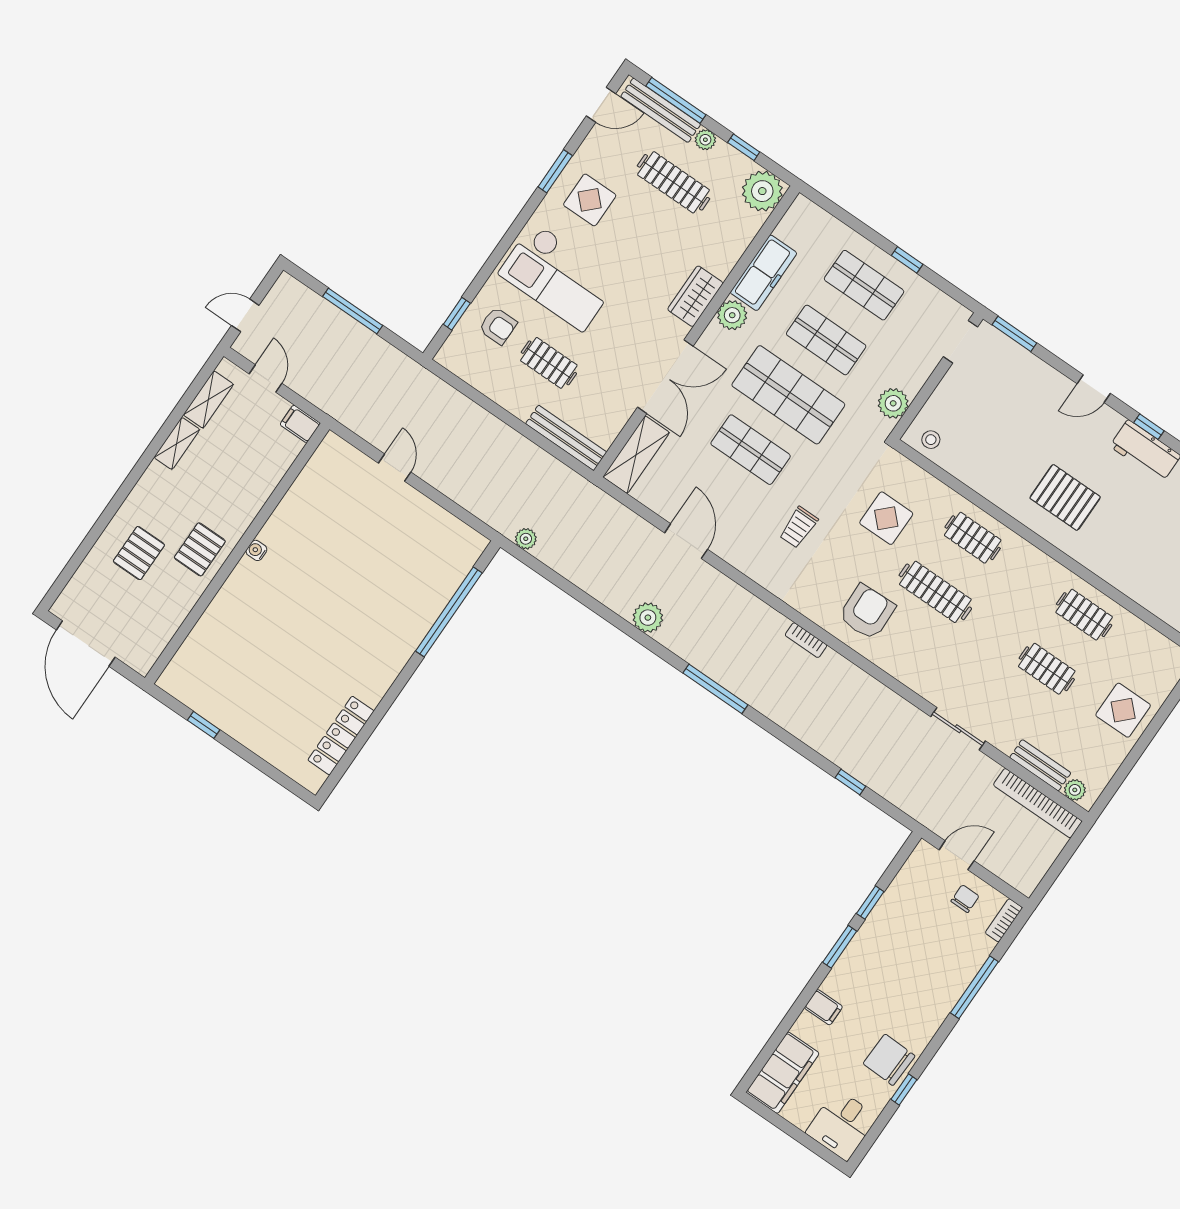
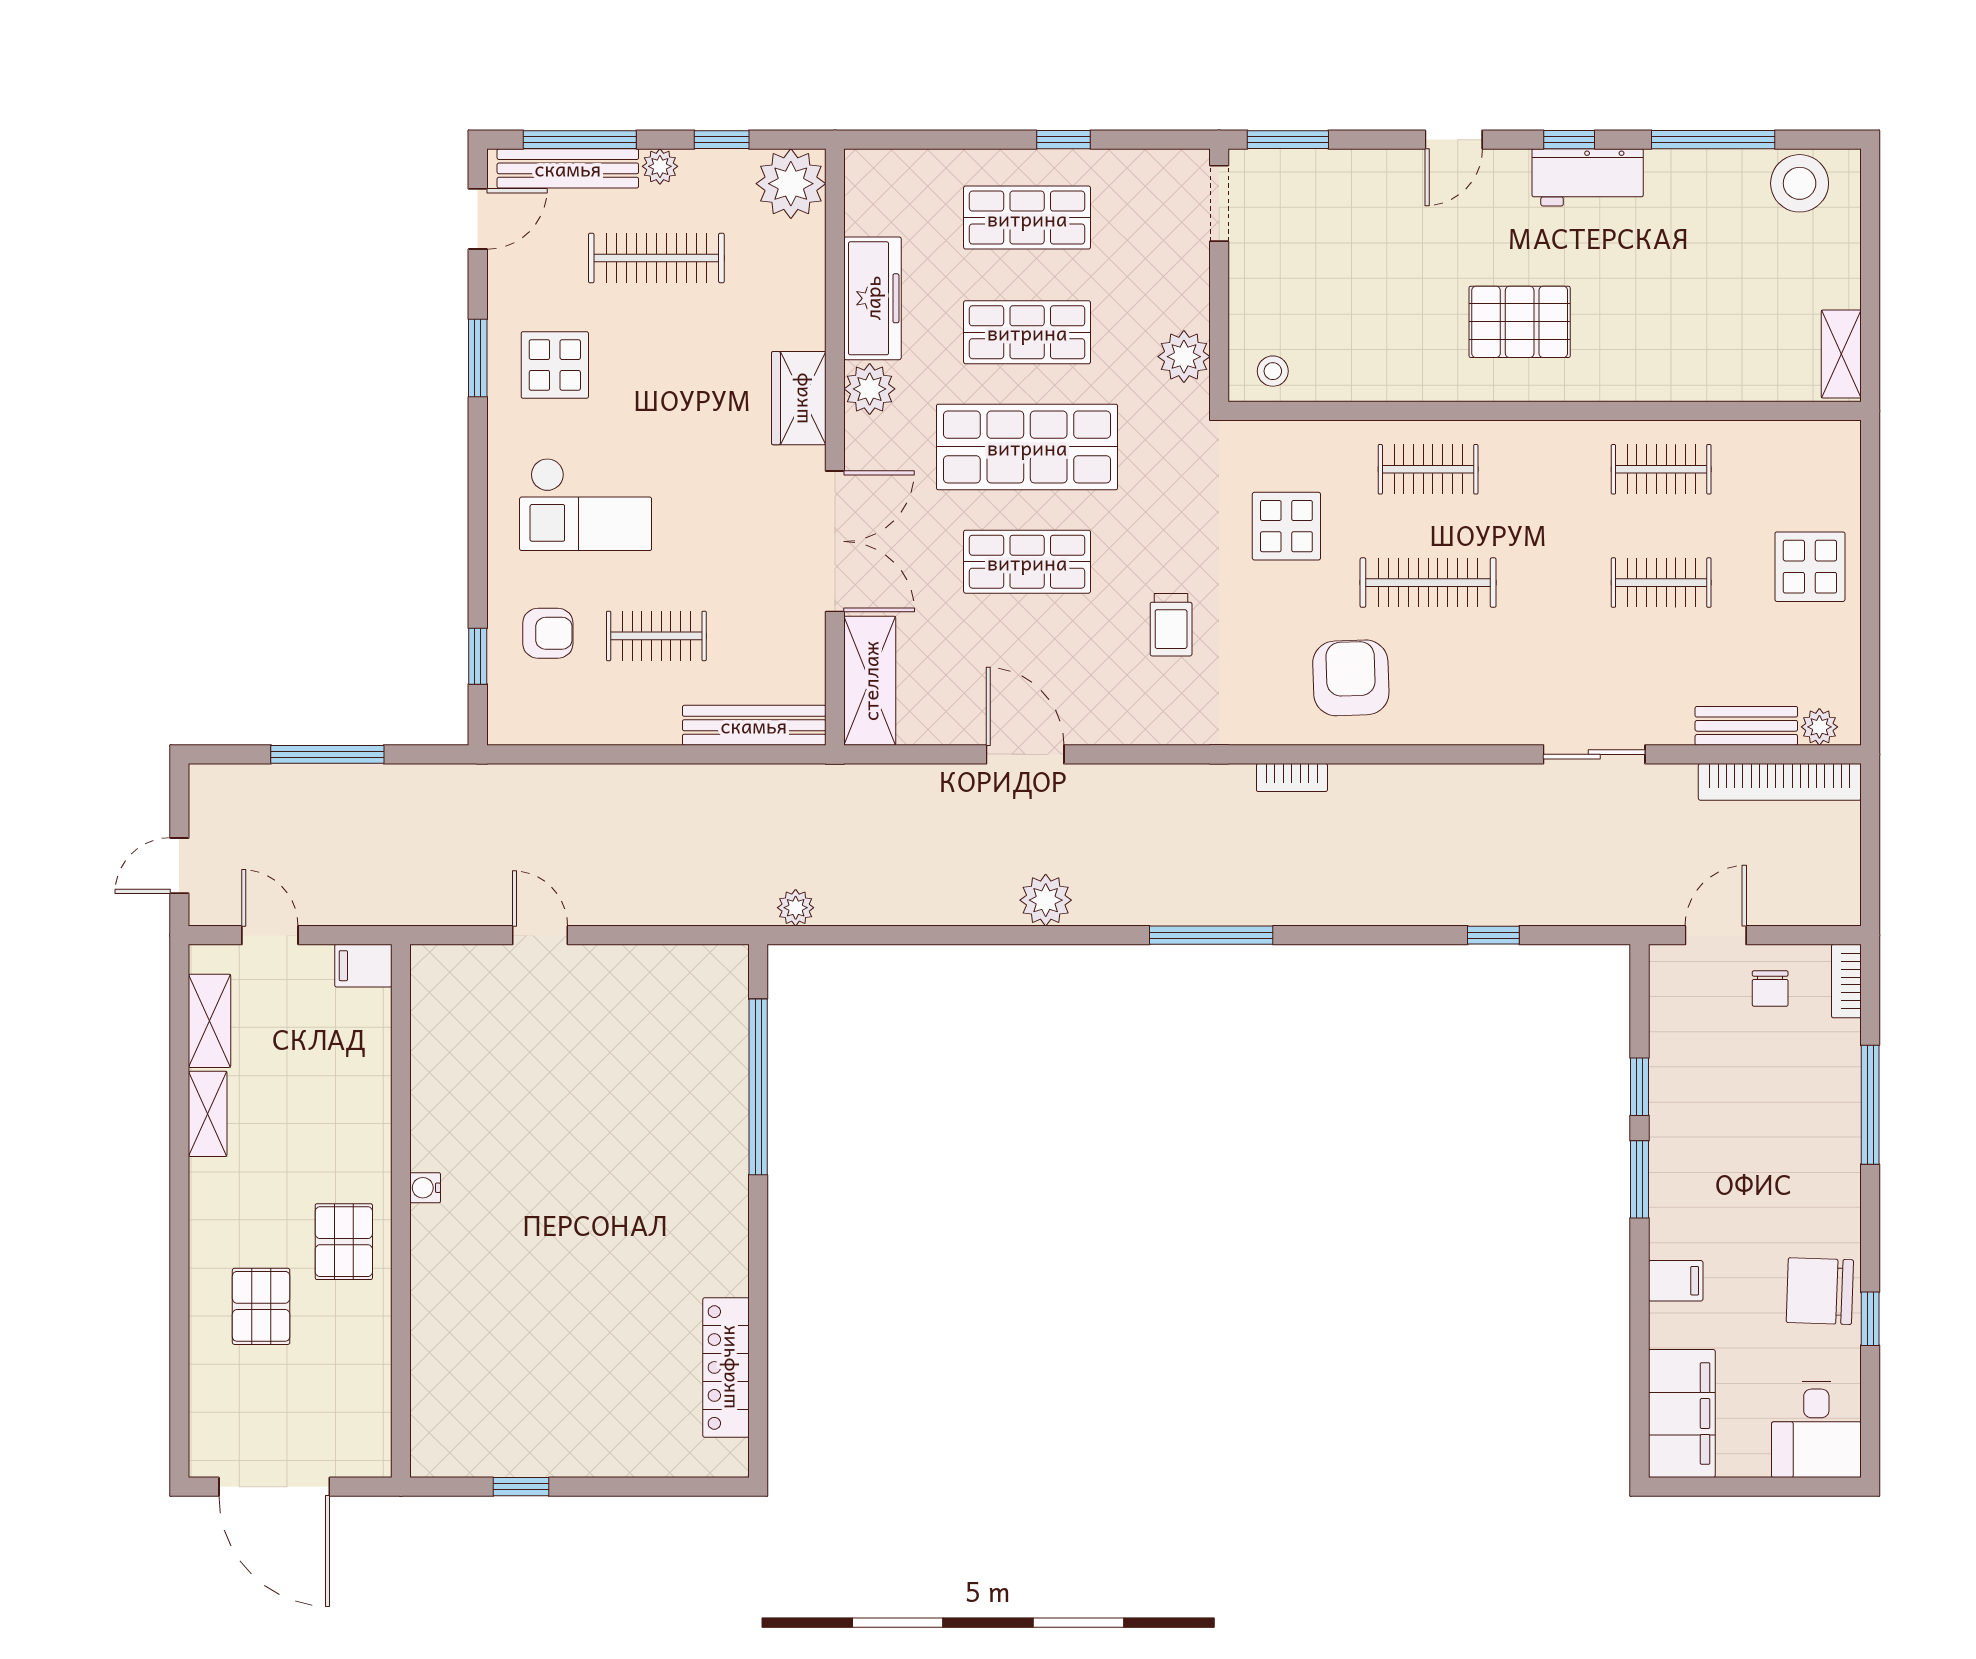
checkout: (558, 277) -> (586, 504), width x0.73, depth x0.83
chair: (965, 899) -> (1770, 989), turned 180

